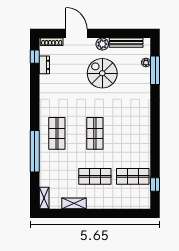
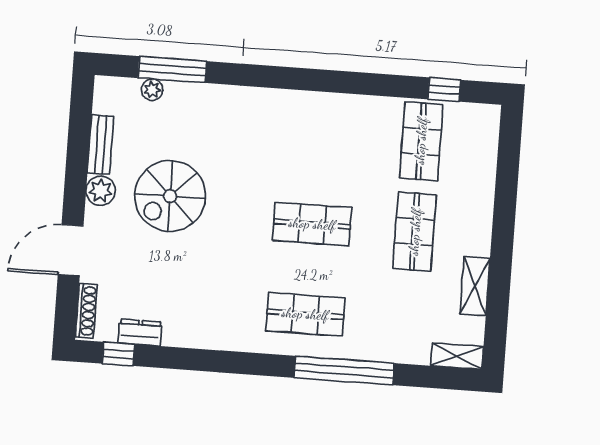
bench: (126, 43) -> (101, 145), width x0.73

